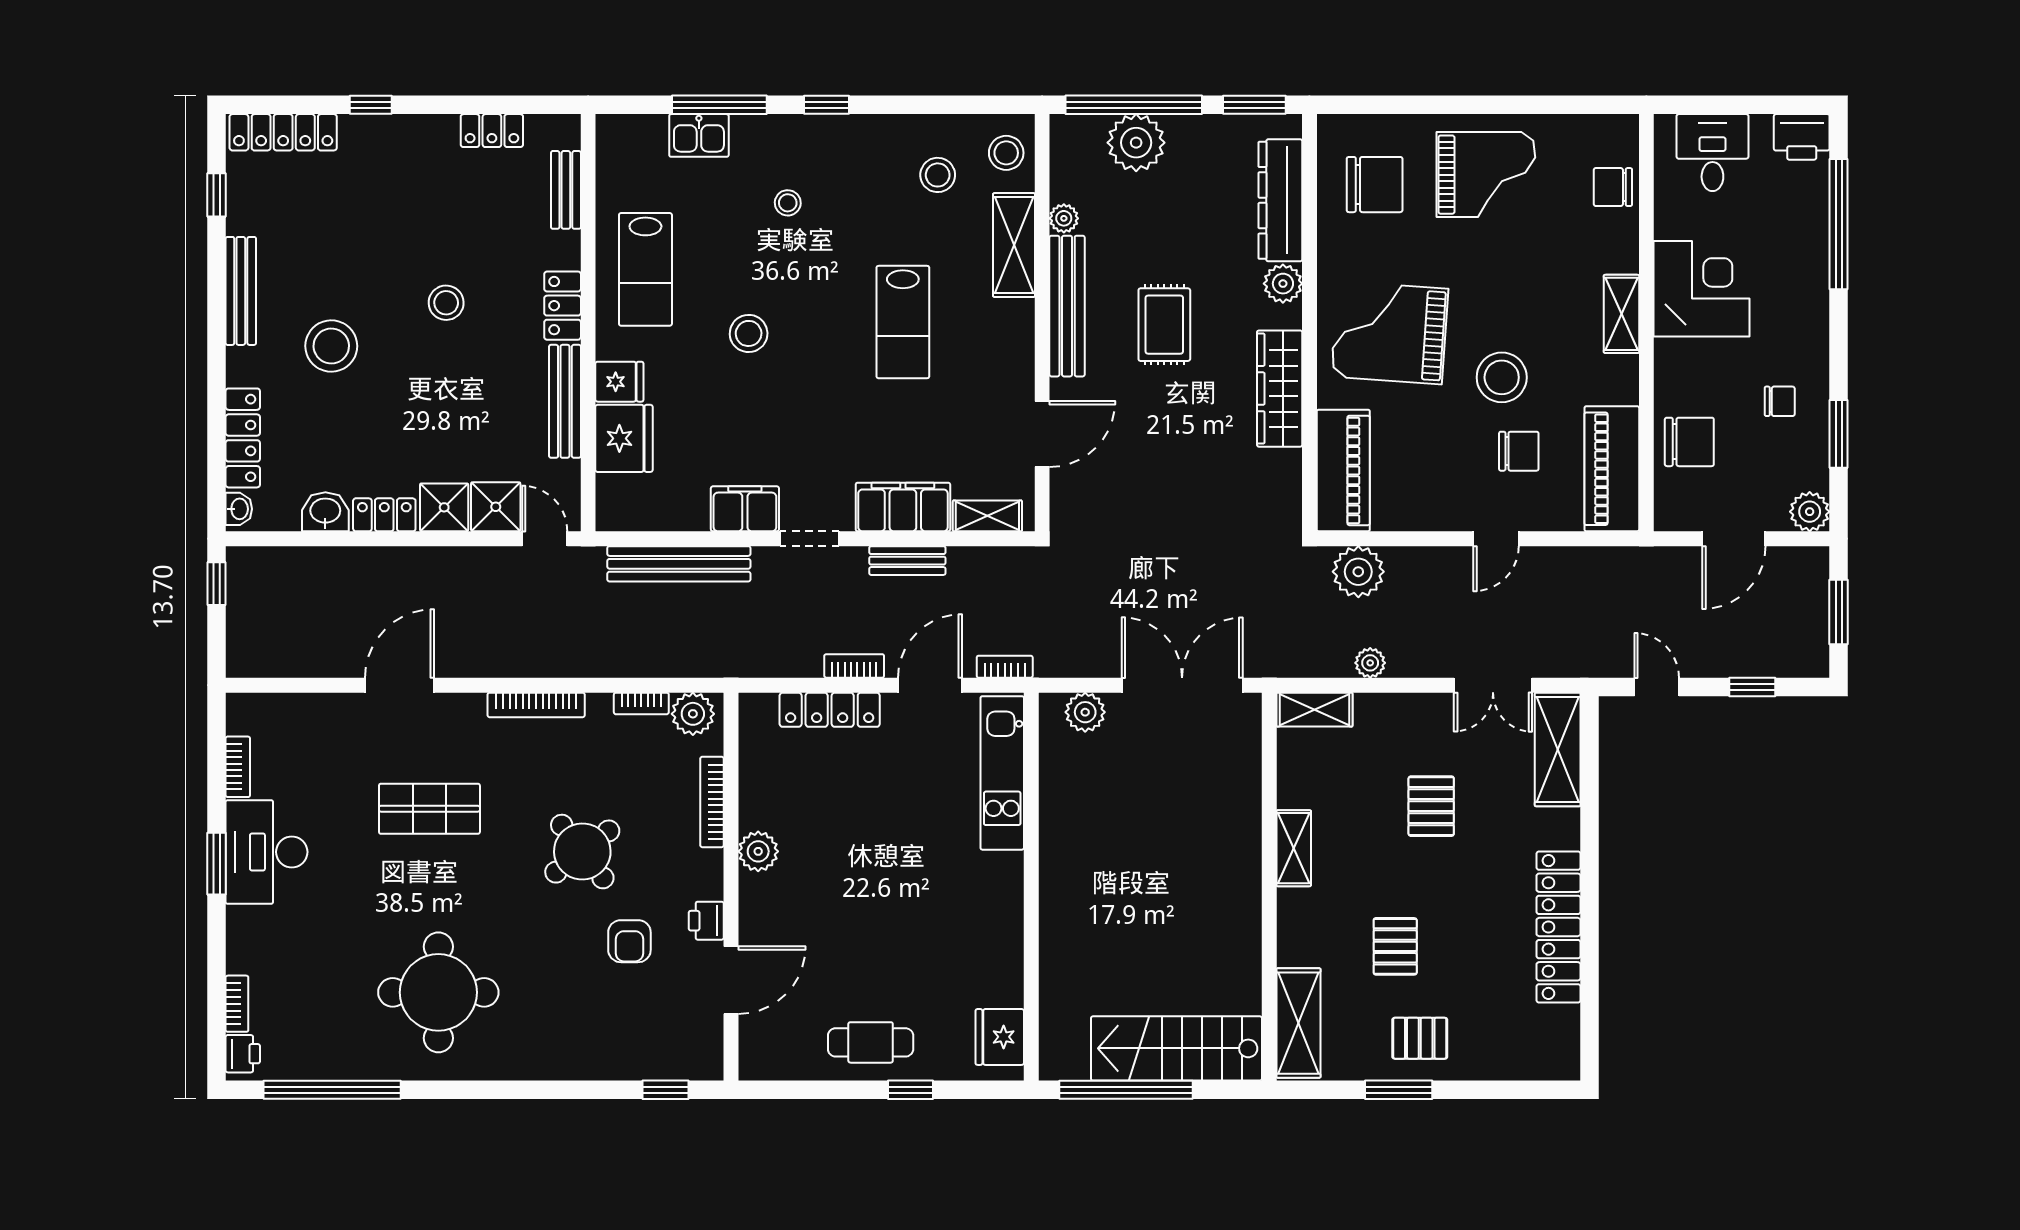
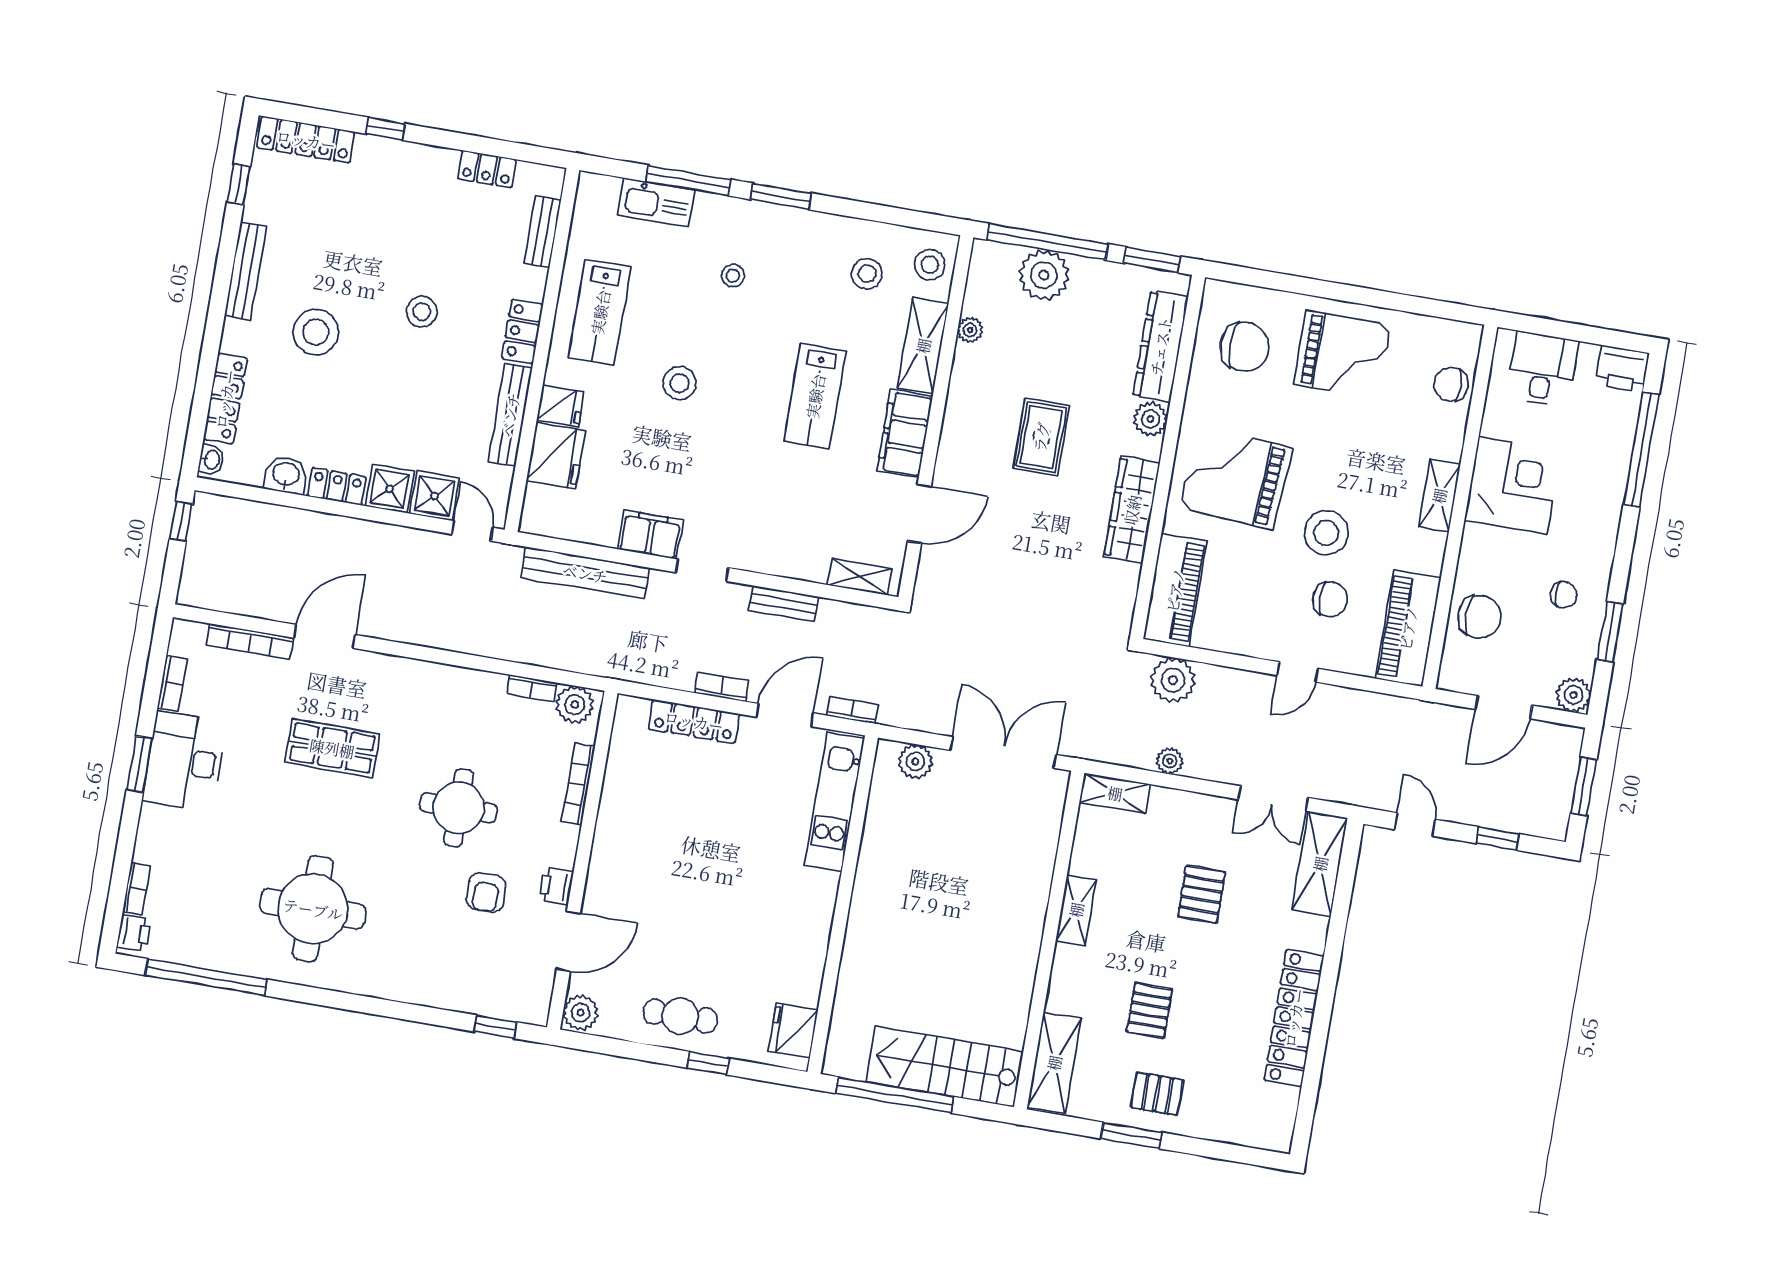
window: (826, 105) -> (781, 196), width x1.50
kitchen sink: (699, 135) -> (656, 202), width x1.38
bench: (1067, 306) -> (960, 407), removed
filing cabinet: (903, 507) -> (905, 434), moved, turned -90
bookcase: (536, 705) -> (250, 641), moved
plant: (758, 851) -> (580, 1013), moved
round table: (582, 852) -> (459, 808), turned 38

